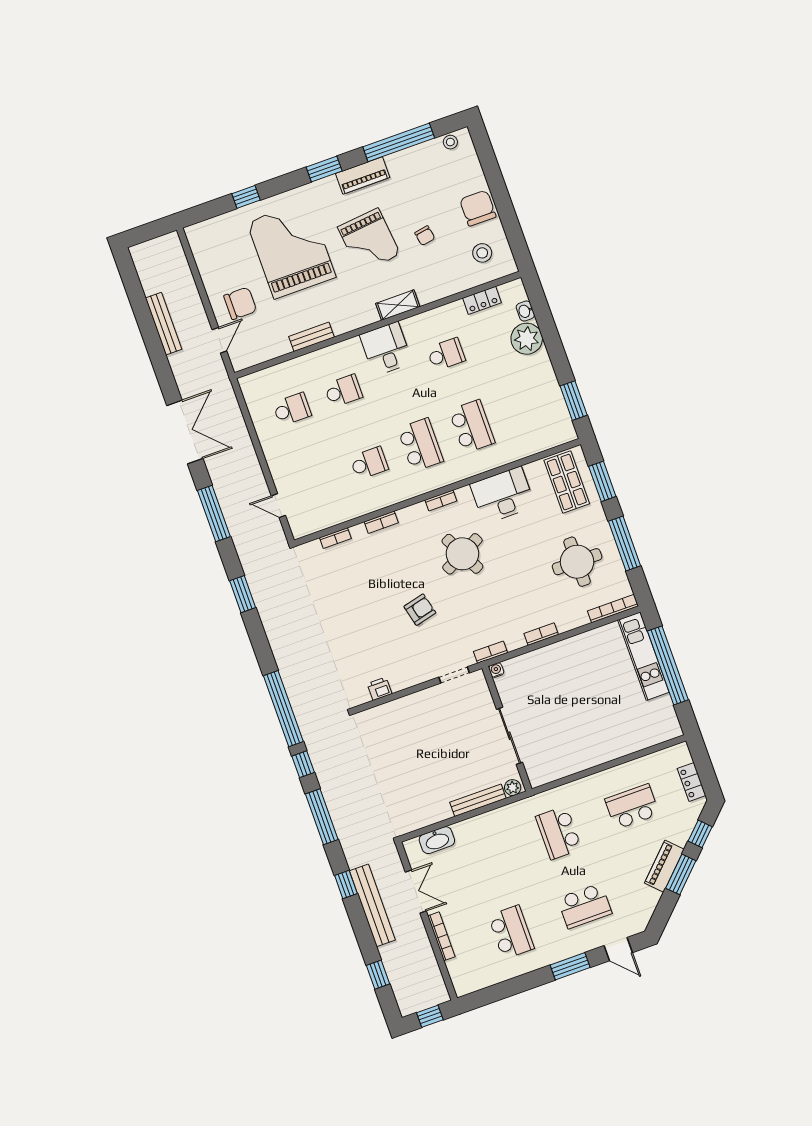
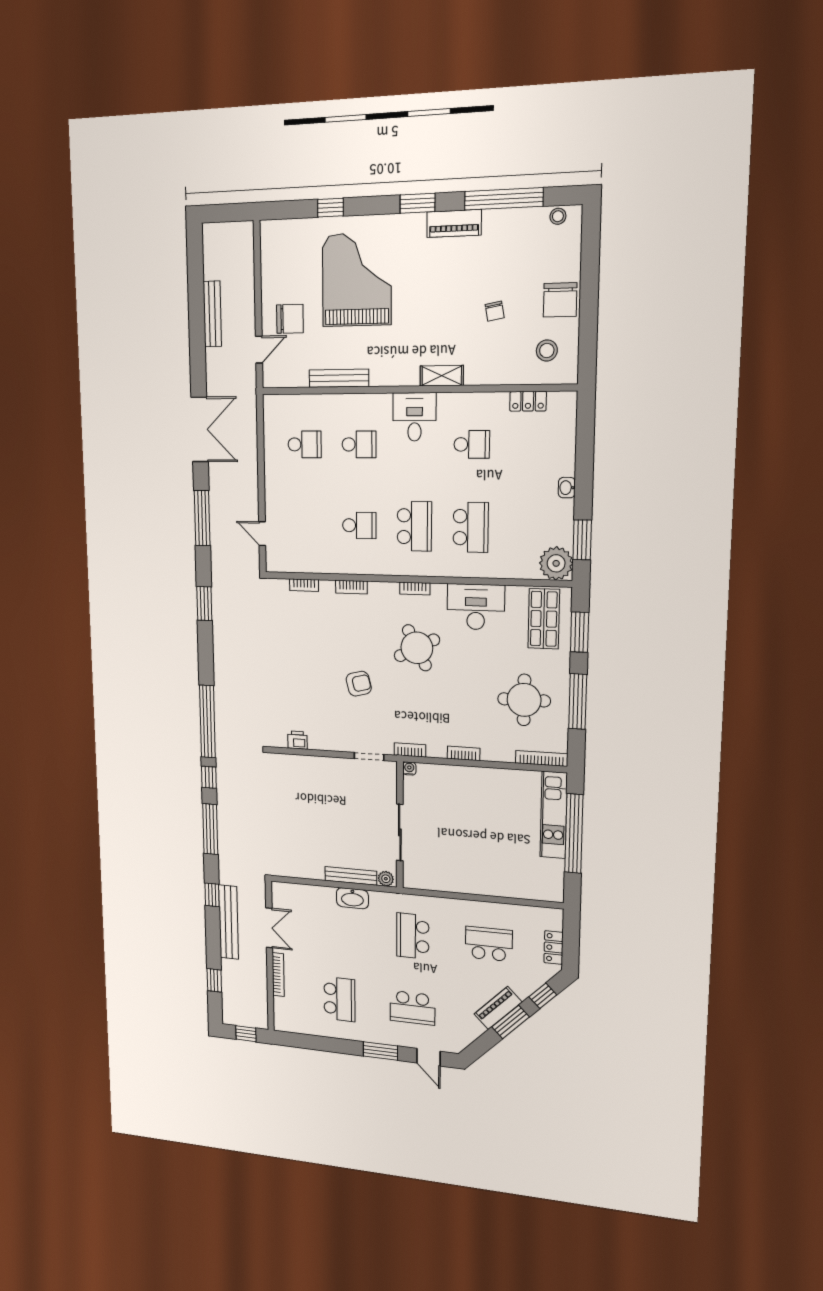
chair: (478, 208) -> (560, 300), turned 180
grand piano: (369, 241) -> (436, 297), removed
washbasin: (525, 311) -> (567, 488), moved
bench: (311, 337) -> (339, 378), width x1.36
plant: (527, 339) -> (556, 563), moved
washbasin: (437, 840) -> (352, 898), moved

